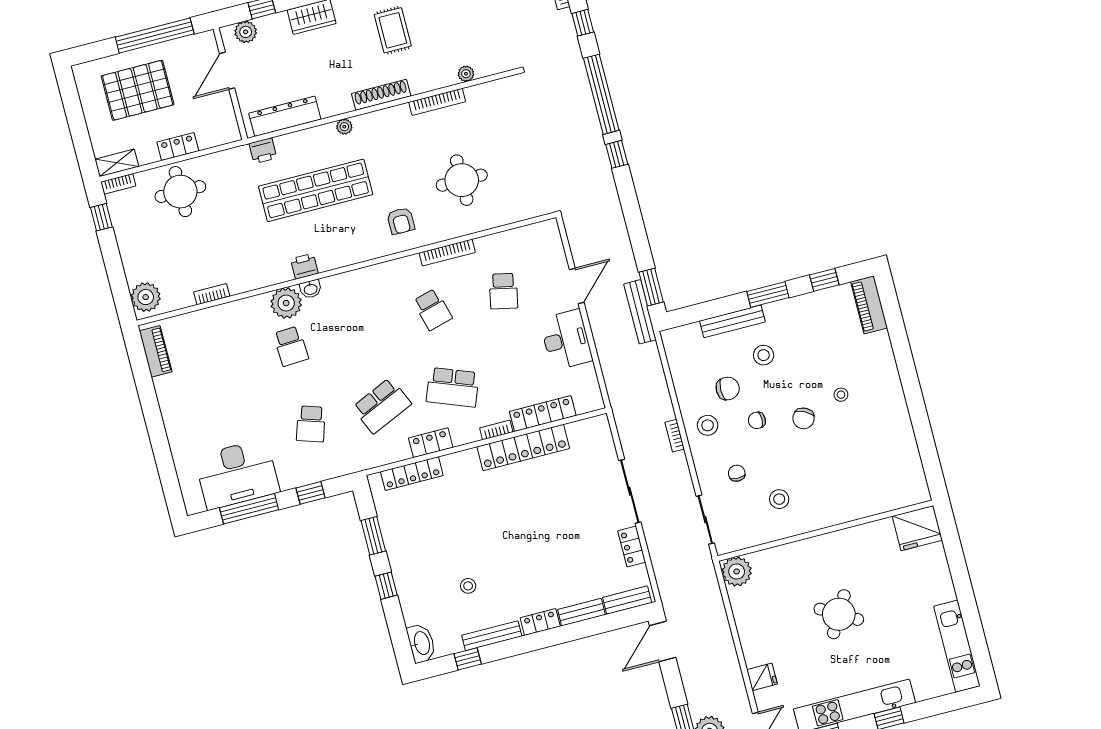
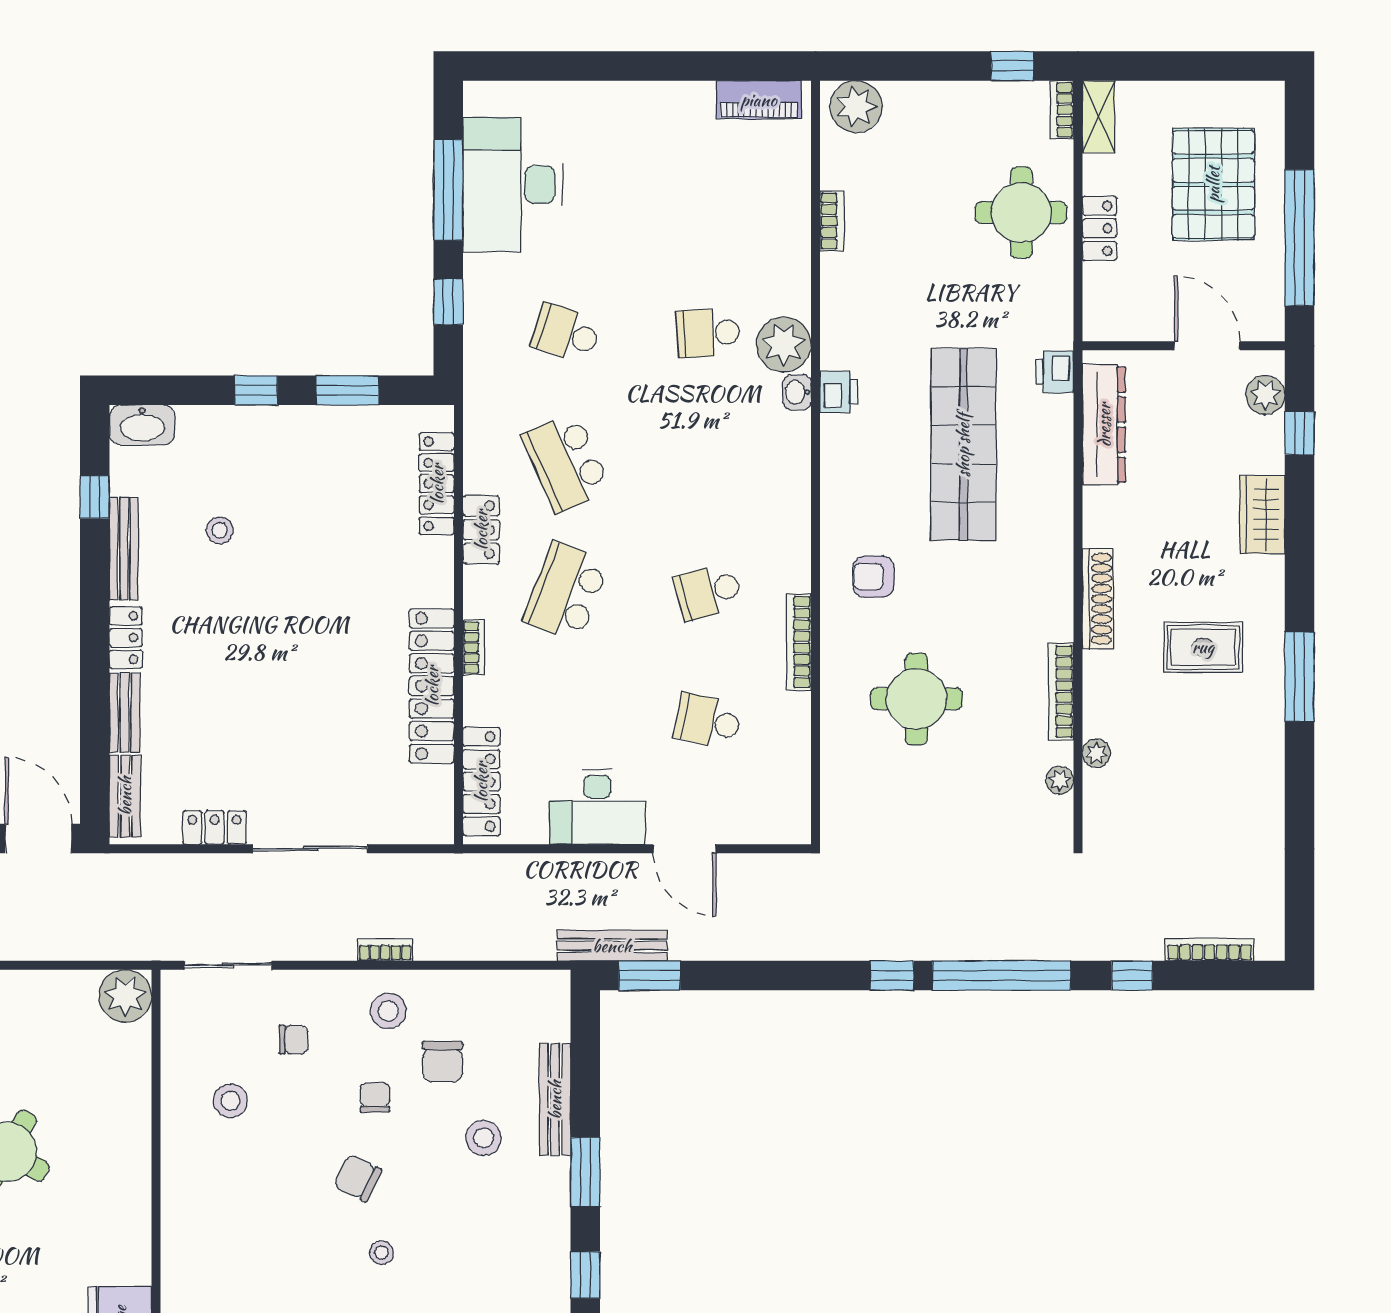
plant: (344, 127) -> (1060, 780), moved
locker: (543, 413) -> (481, 782), moved

